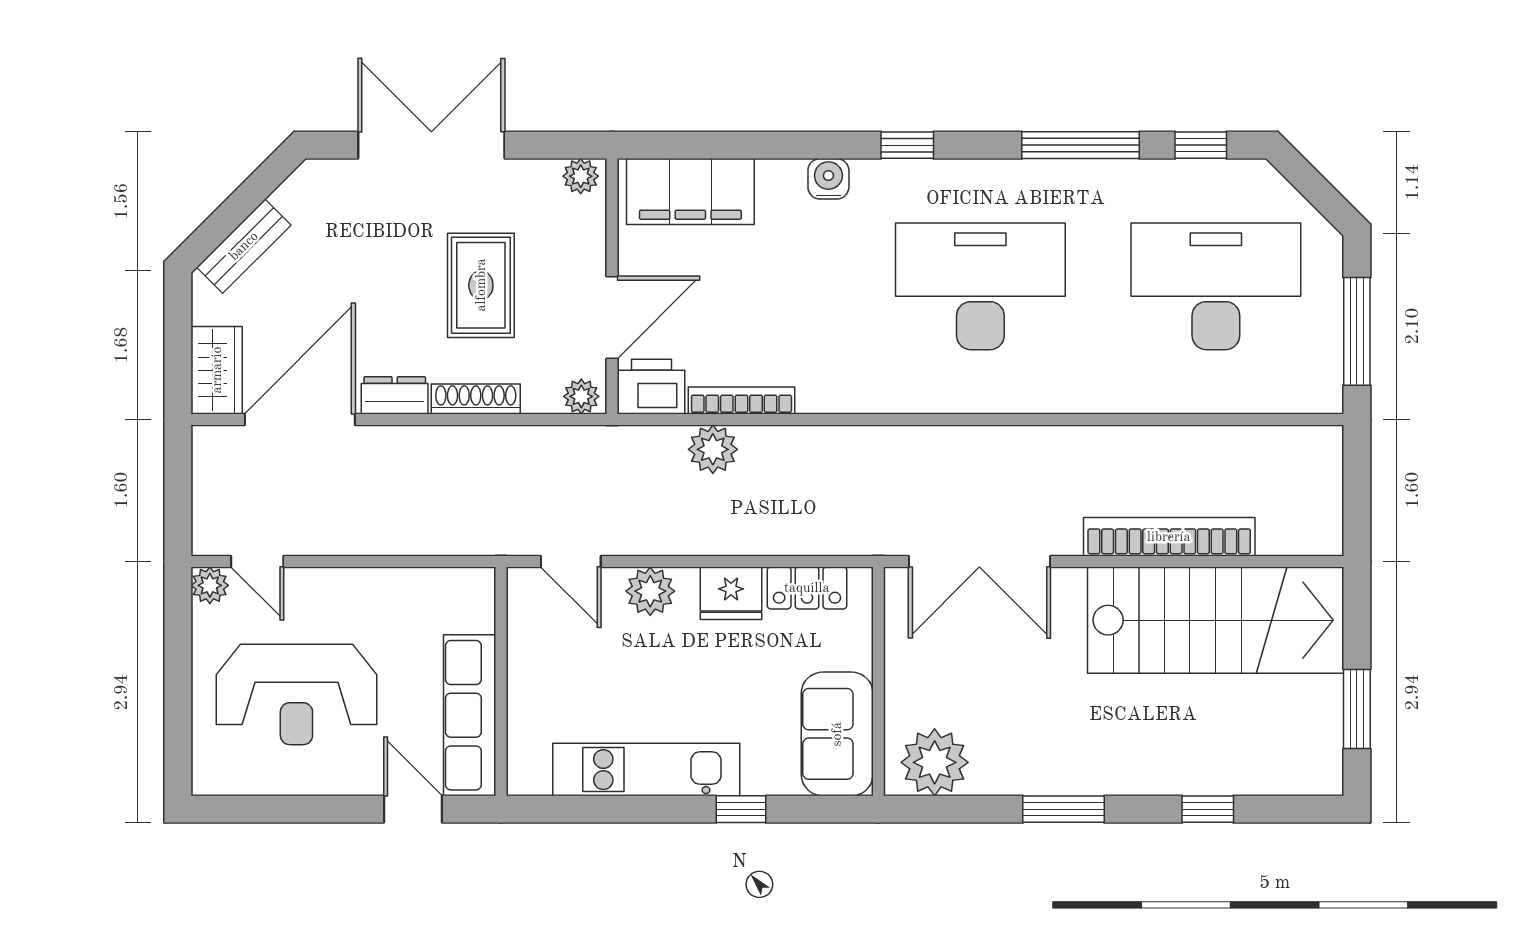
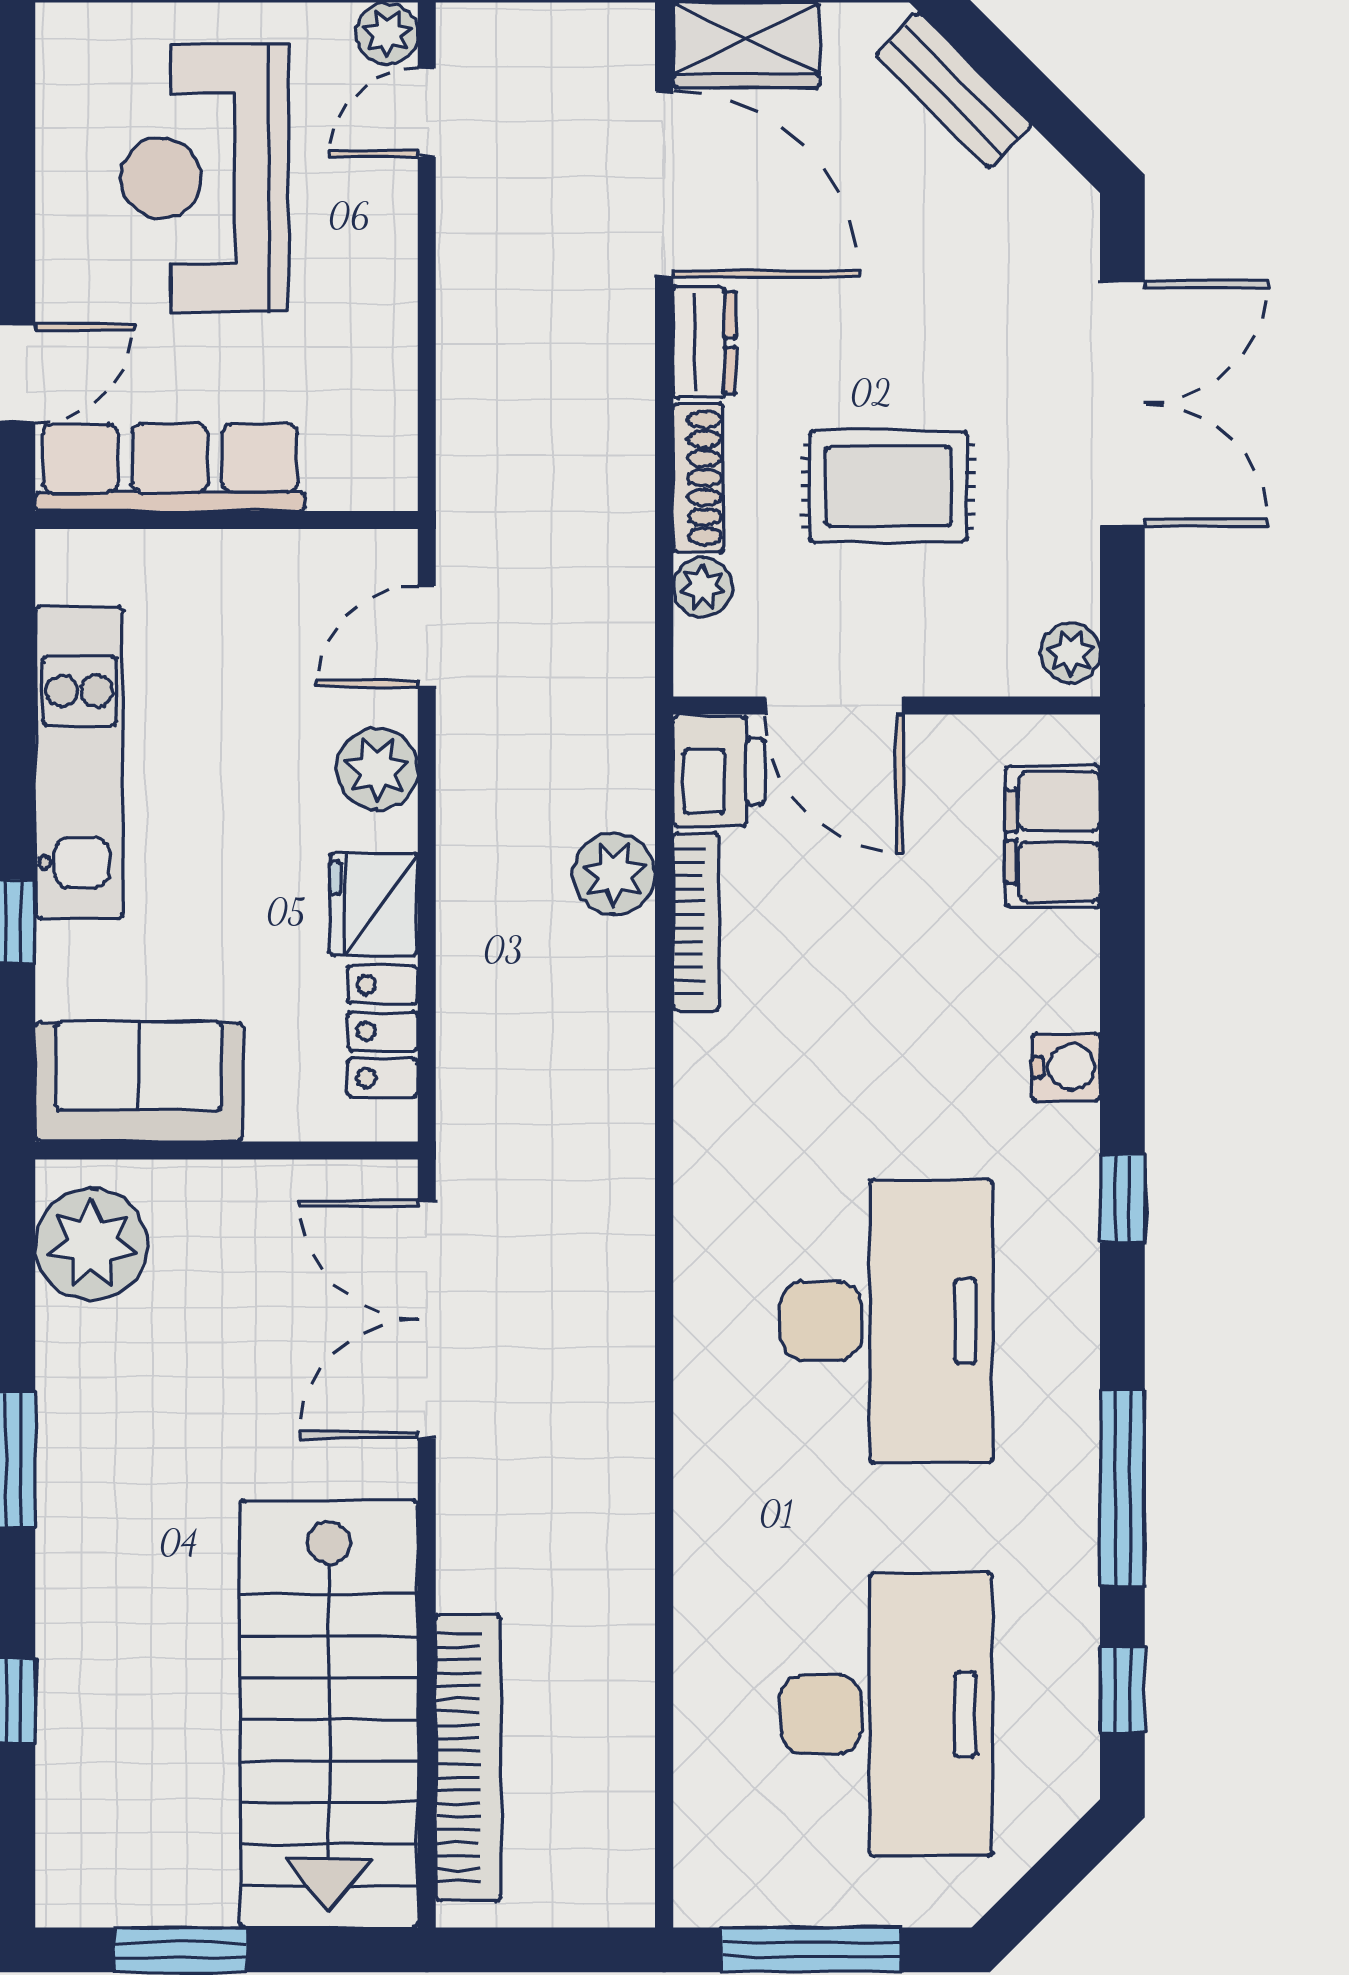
filing cabinet: (690, 192) -> (1053, 836), width x0.67, depth x0.86
plant: (581, 396) -> (703, 587), moved
bookcase: (1169, 537) -> (468, 1758), moved

